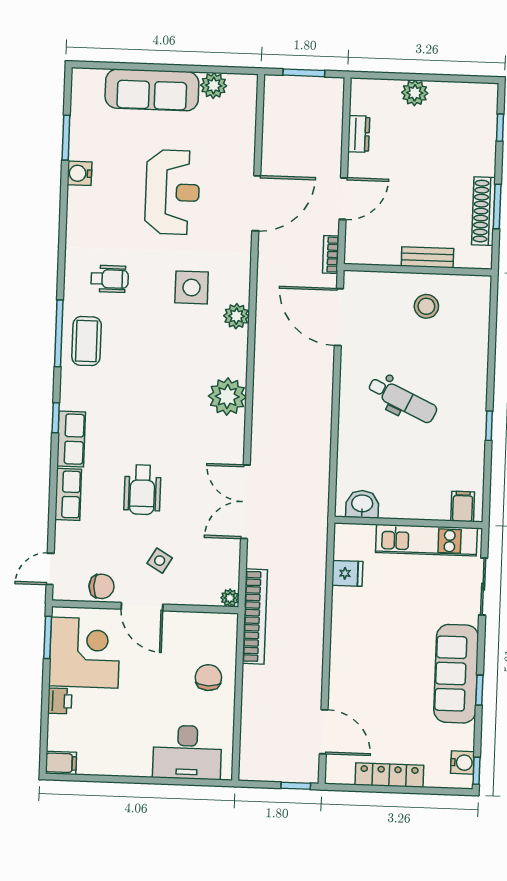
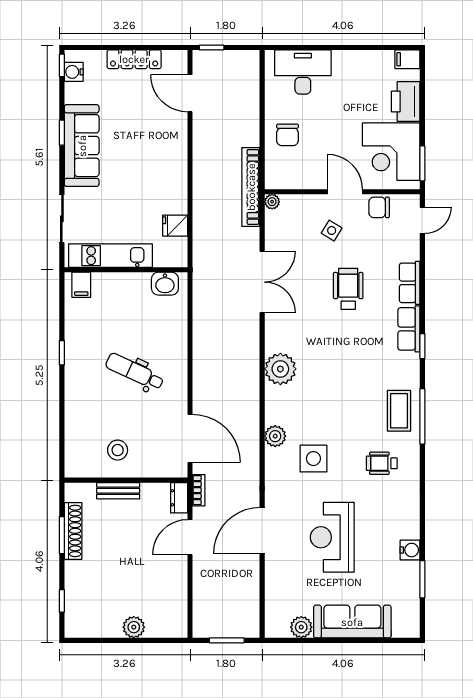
dresser: (359, 134) -> (179, 498), moved
printer: (60, 701) -> (406, 102), width x1.87, depth x1.48

